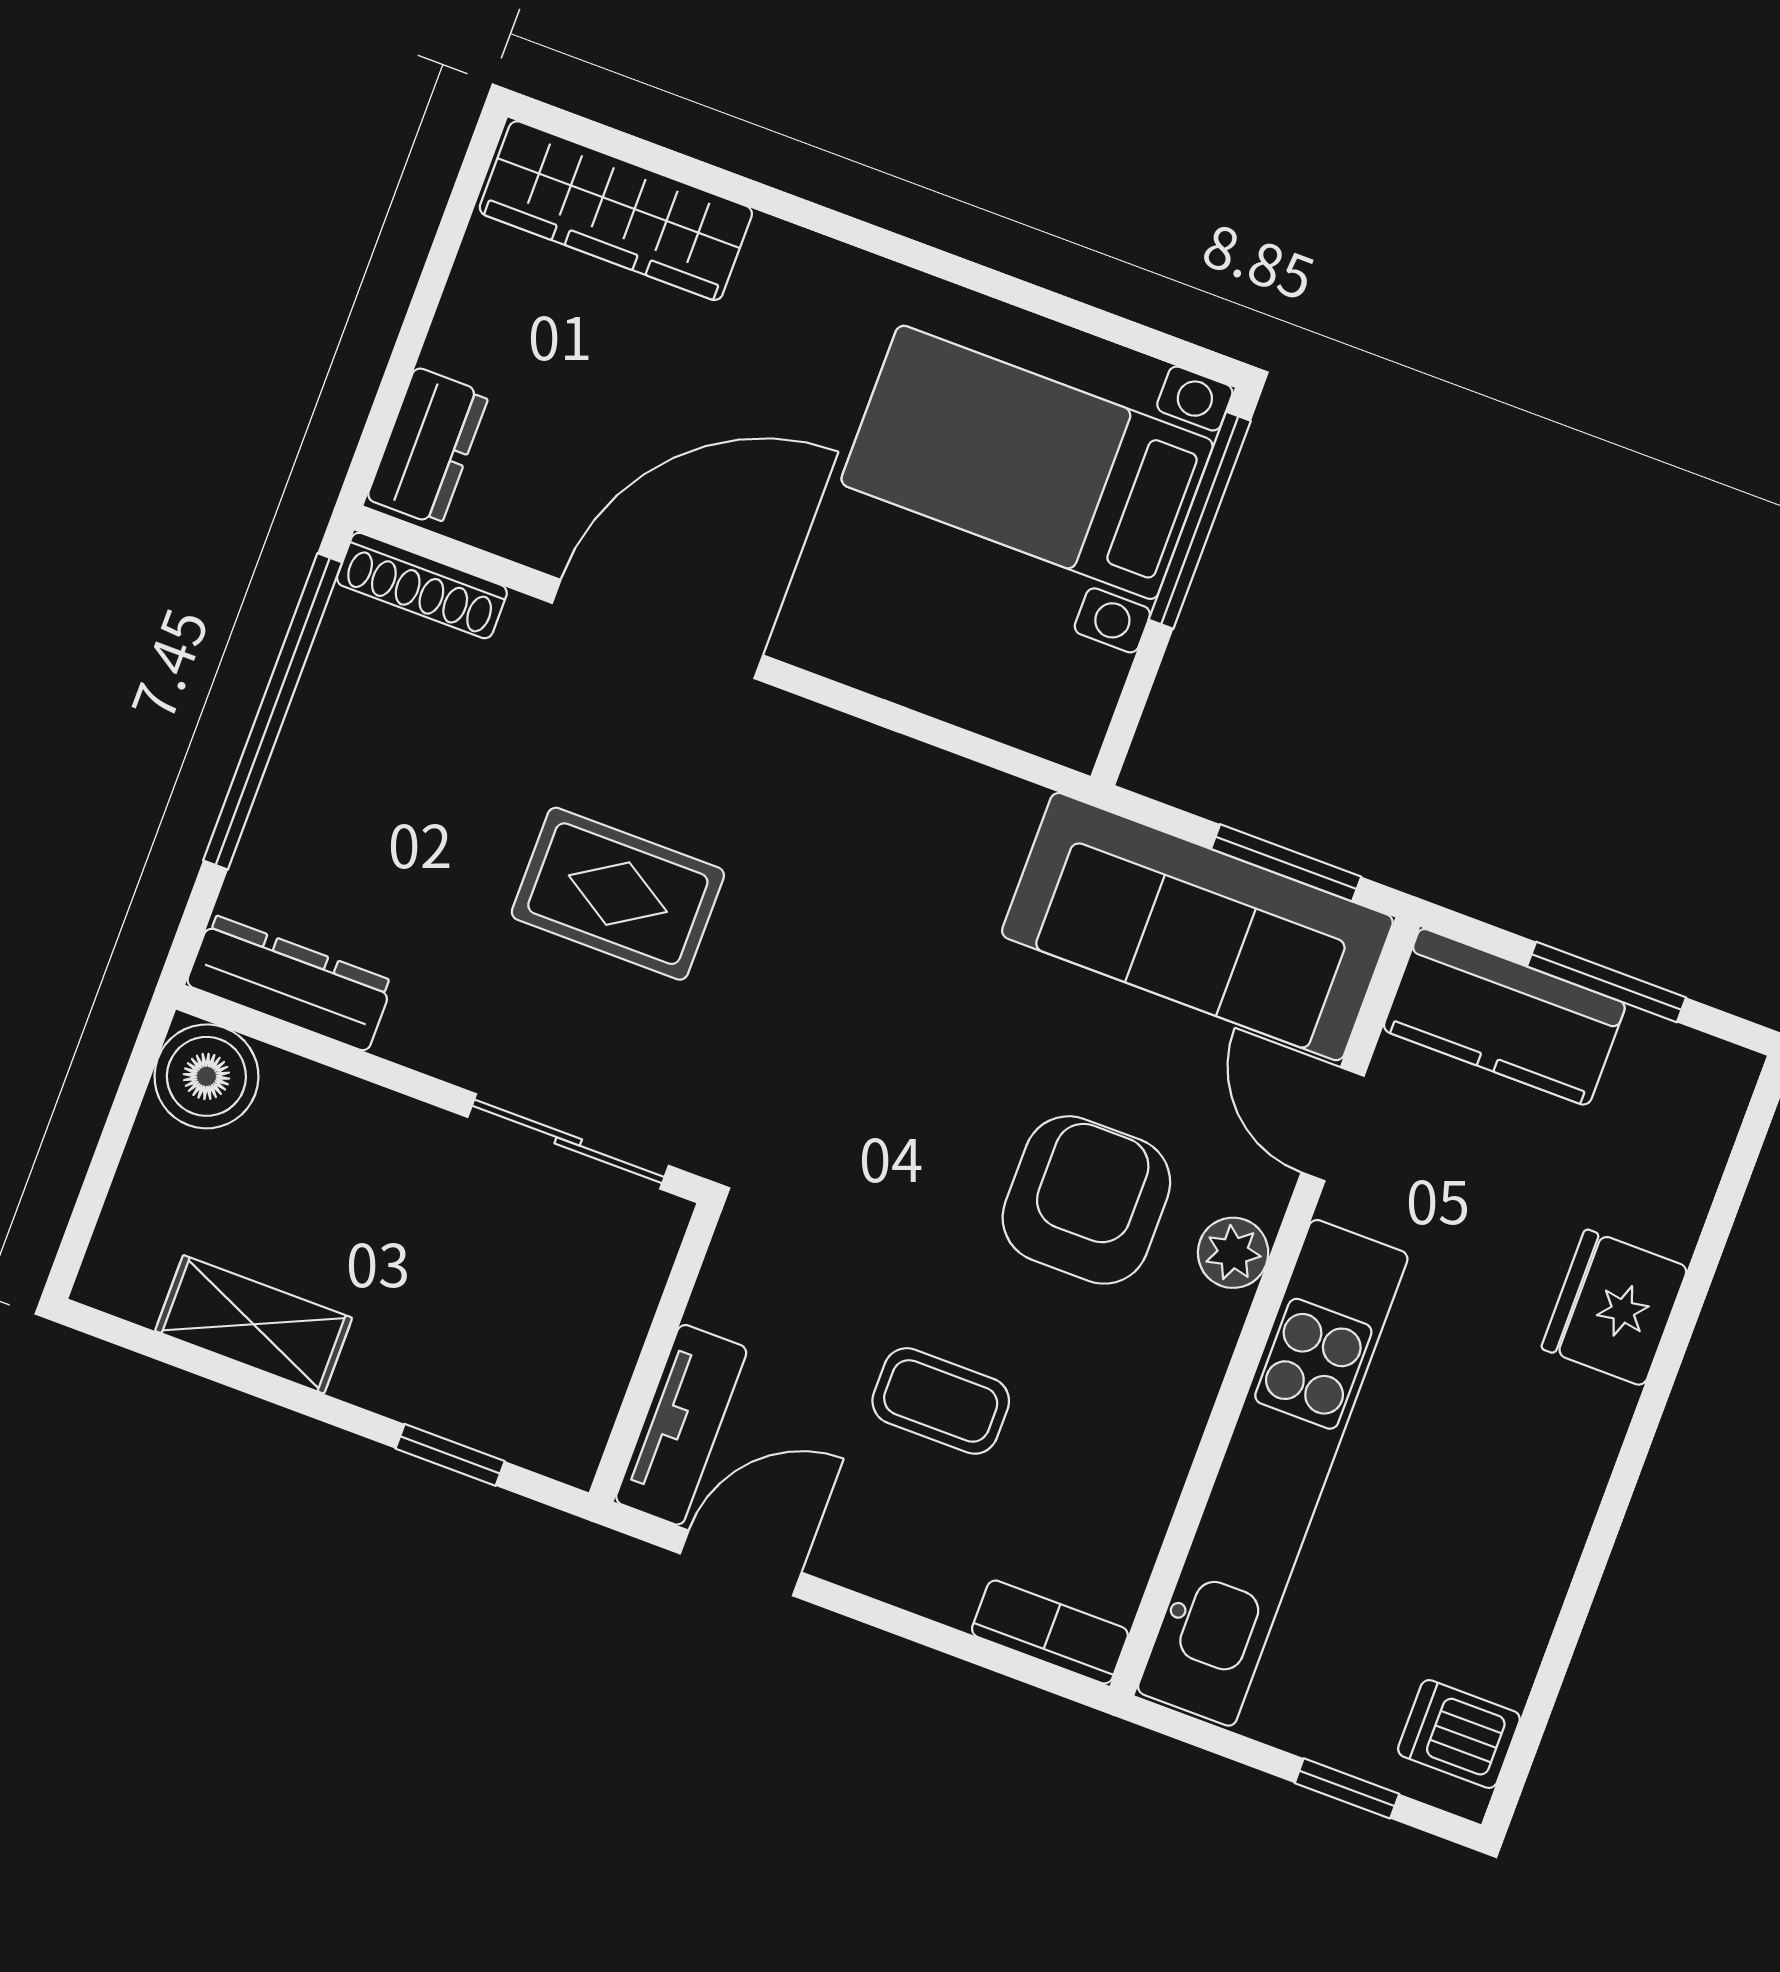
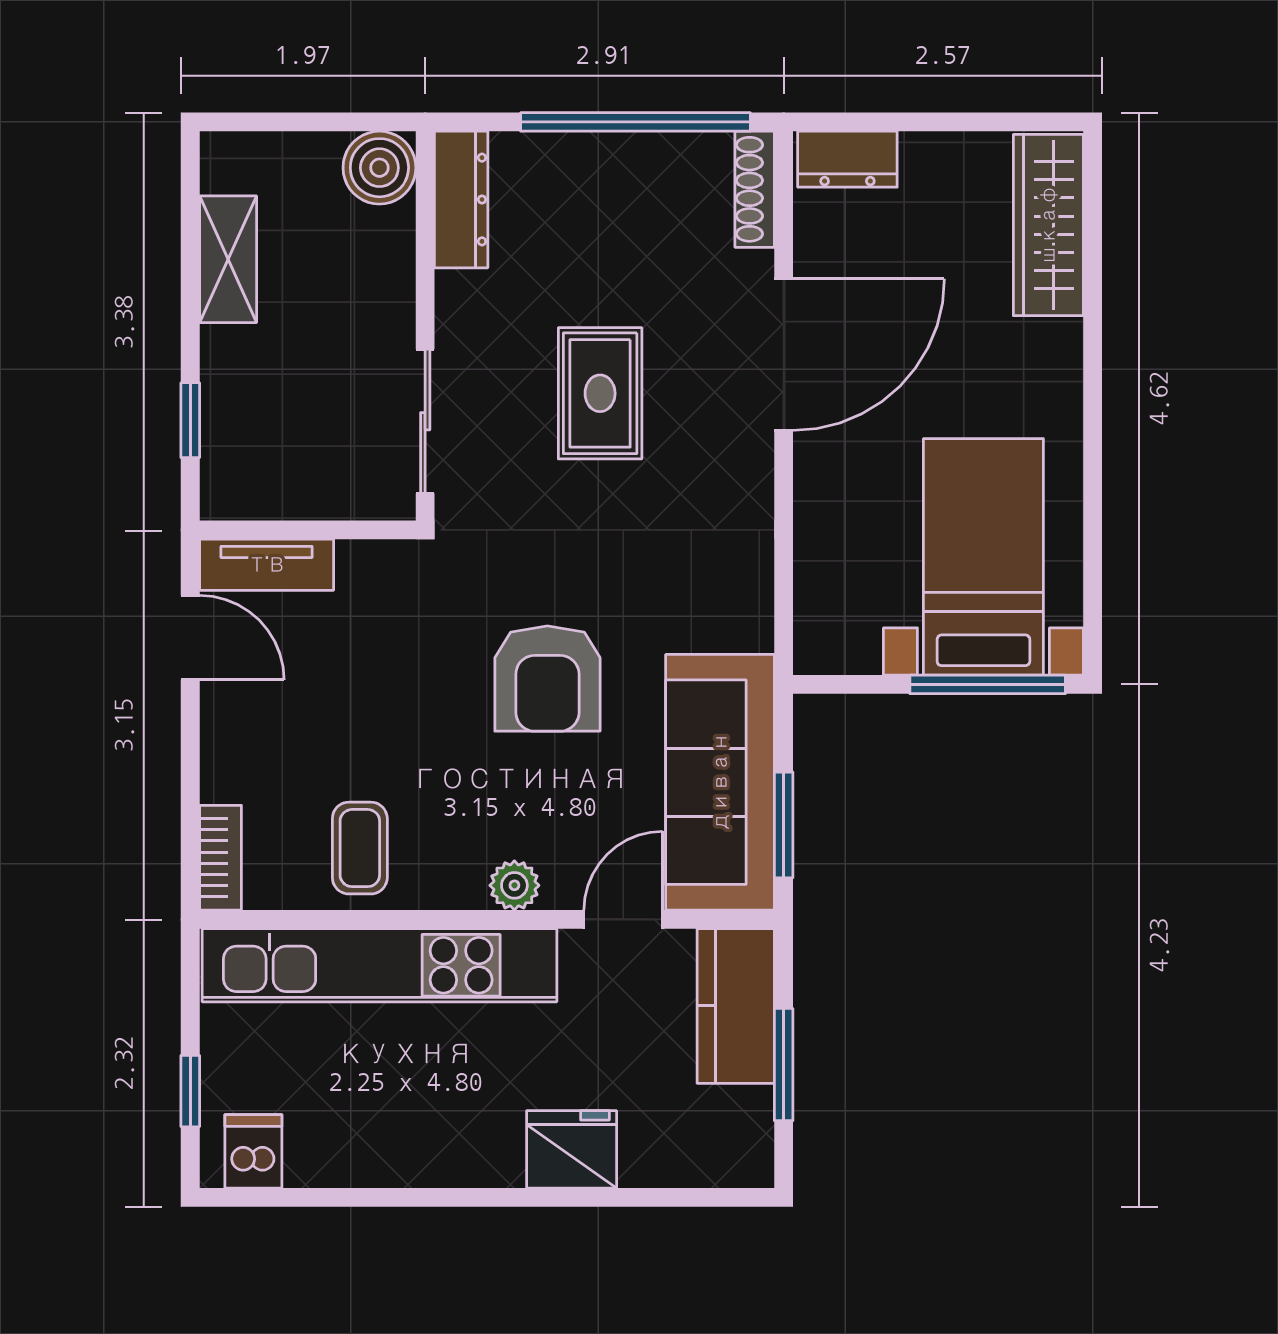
door: (658, 629) -> (784, 355), hinge flipped
armchair: (1086, 1200) -> (547, 679), moved, turned 90
coffee table: (941, 1401) -> (360, 848), moved

